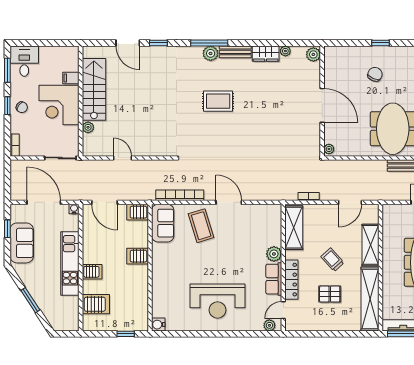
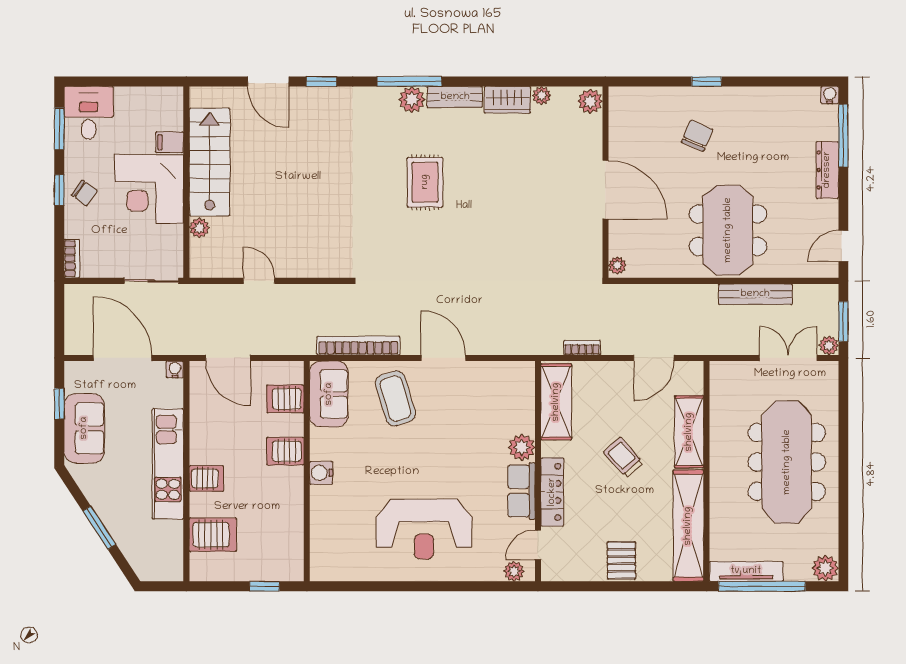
rug: (218, 101) -> (425, 182), turned 90
server rack: (138, 212) -> (285, 399), moved
pallet: (330, 294) -> (621, 560), moved, turned 90
water cooler: (158, 325) -> (321, 473), moved

